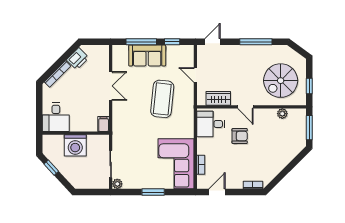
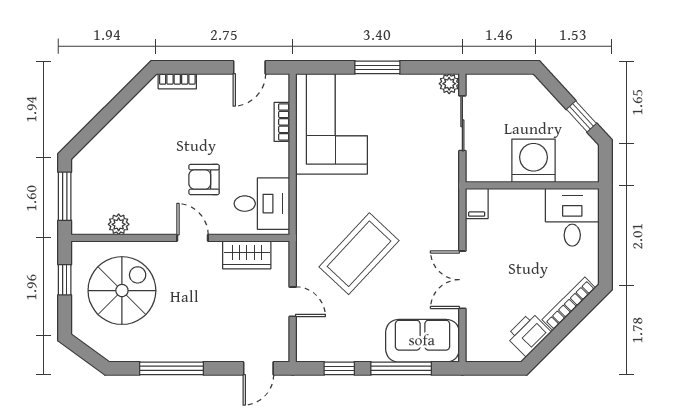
sofa: (147, 56) -> (422, 341), moved
coffee table: (162, 99) -> (359, 254), turned 37

